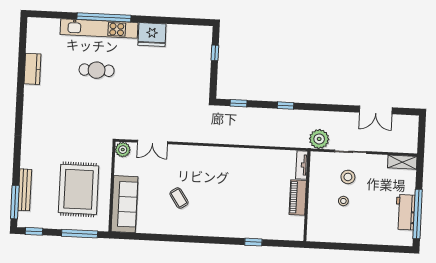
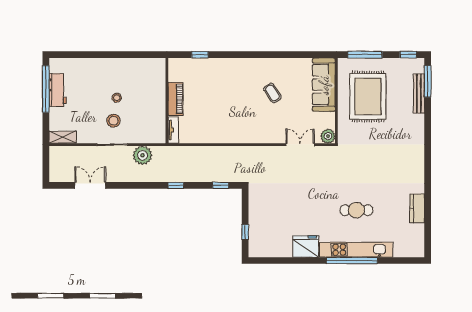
tv unit: (302, 165) -> (173, 130), moved
wall: (307, 196) -> (167, 101), moved
piano: (298, 198) -> (176, 99), moved

